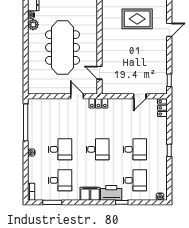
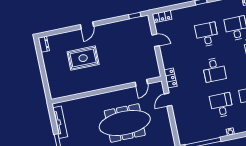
rug: (137, 19) -> (83, 58), turned 90
door: (169, 30) -> (87, 26), swing flipped
desk: (97, 149) -> (214, 70), turned 180

